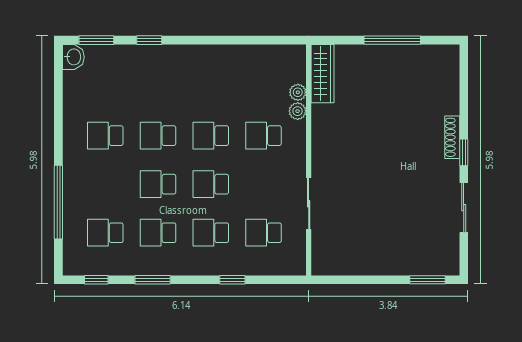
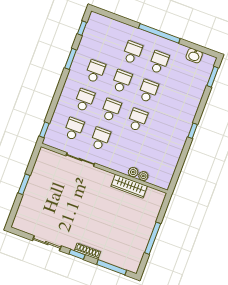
window: (149, 40) -> (193, 131), moved
washbasin: (73, 57) -> (194, 56), moved
wardrobe: (323, 74) -> (129, 186), moved
window: (464, 89) -> (112, 267), added
school desk: (264, 136) -> (100, 139), moved
window: (58, 202) -> (159, 33), moved
school desk: (105, 233) -> (132, 52), moved
window: (232, 280) -> (44, 130), moved
window: (427, 280) -> (24, 184), moved

